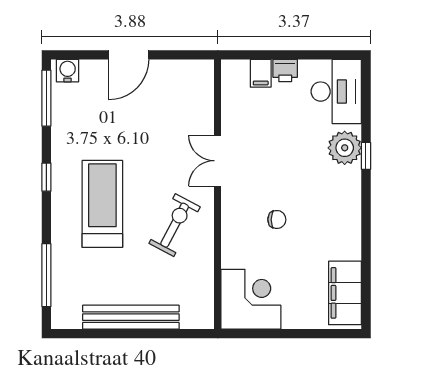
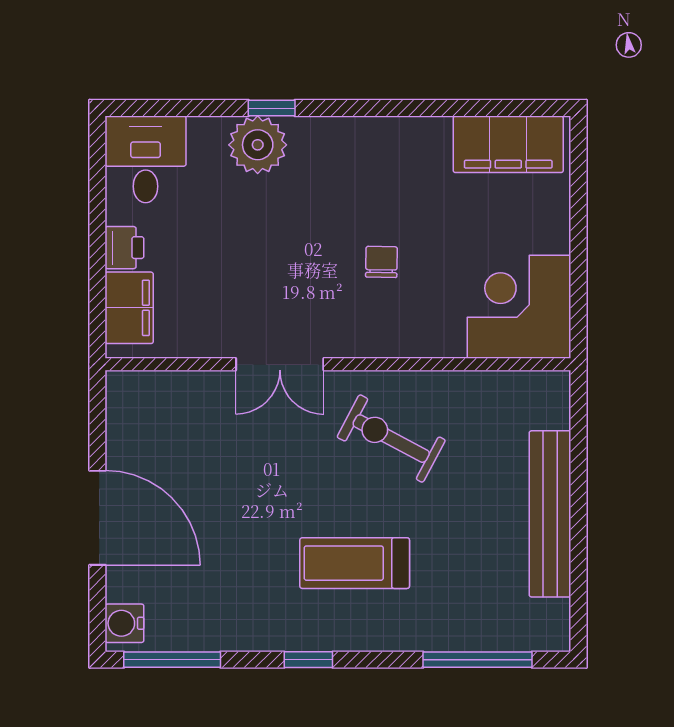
door: (129, 55) -> (97, 518), width x1.36
filing cabinet: (261, 73) -> (129, 308), width x2.00
desk: (336, 92) -> (146, 159), width x0.73
treadmill: (102, 204) -> (355, 563), width x0.73, depth x0.73

